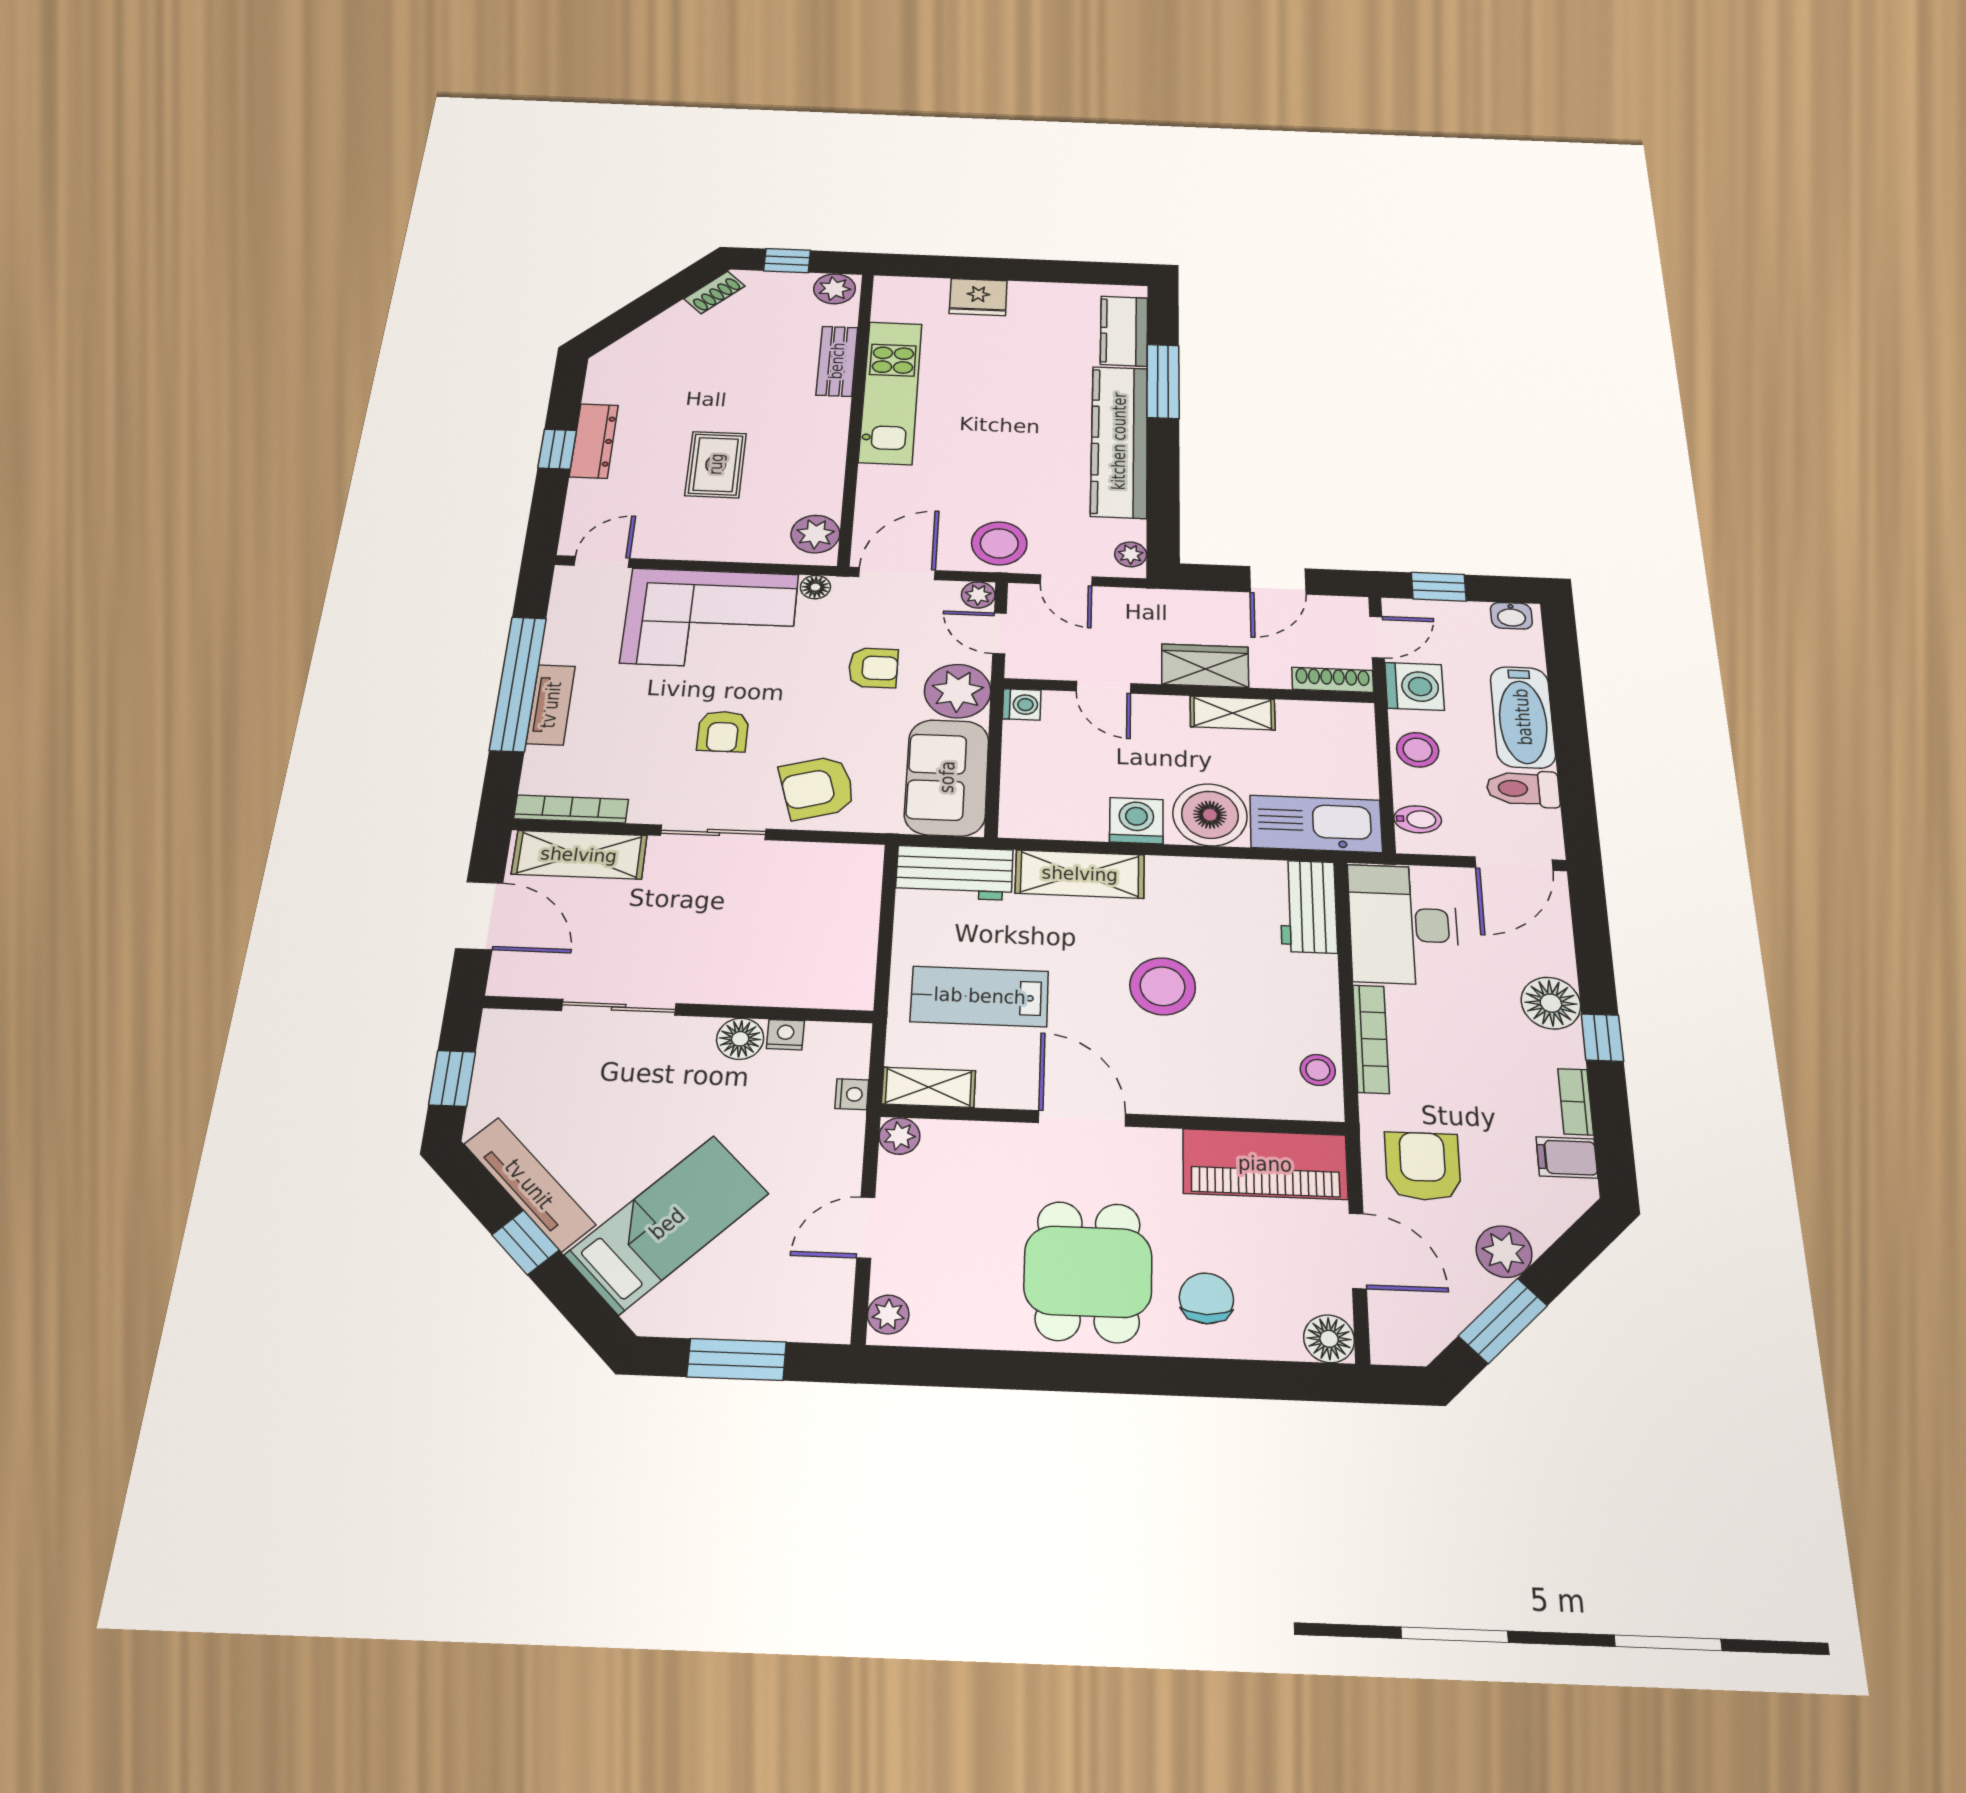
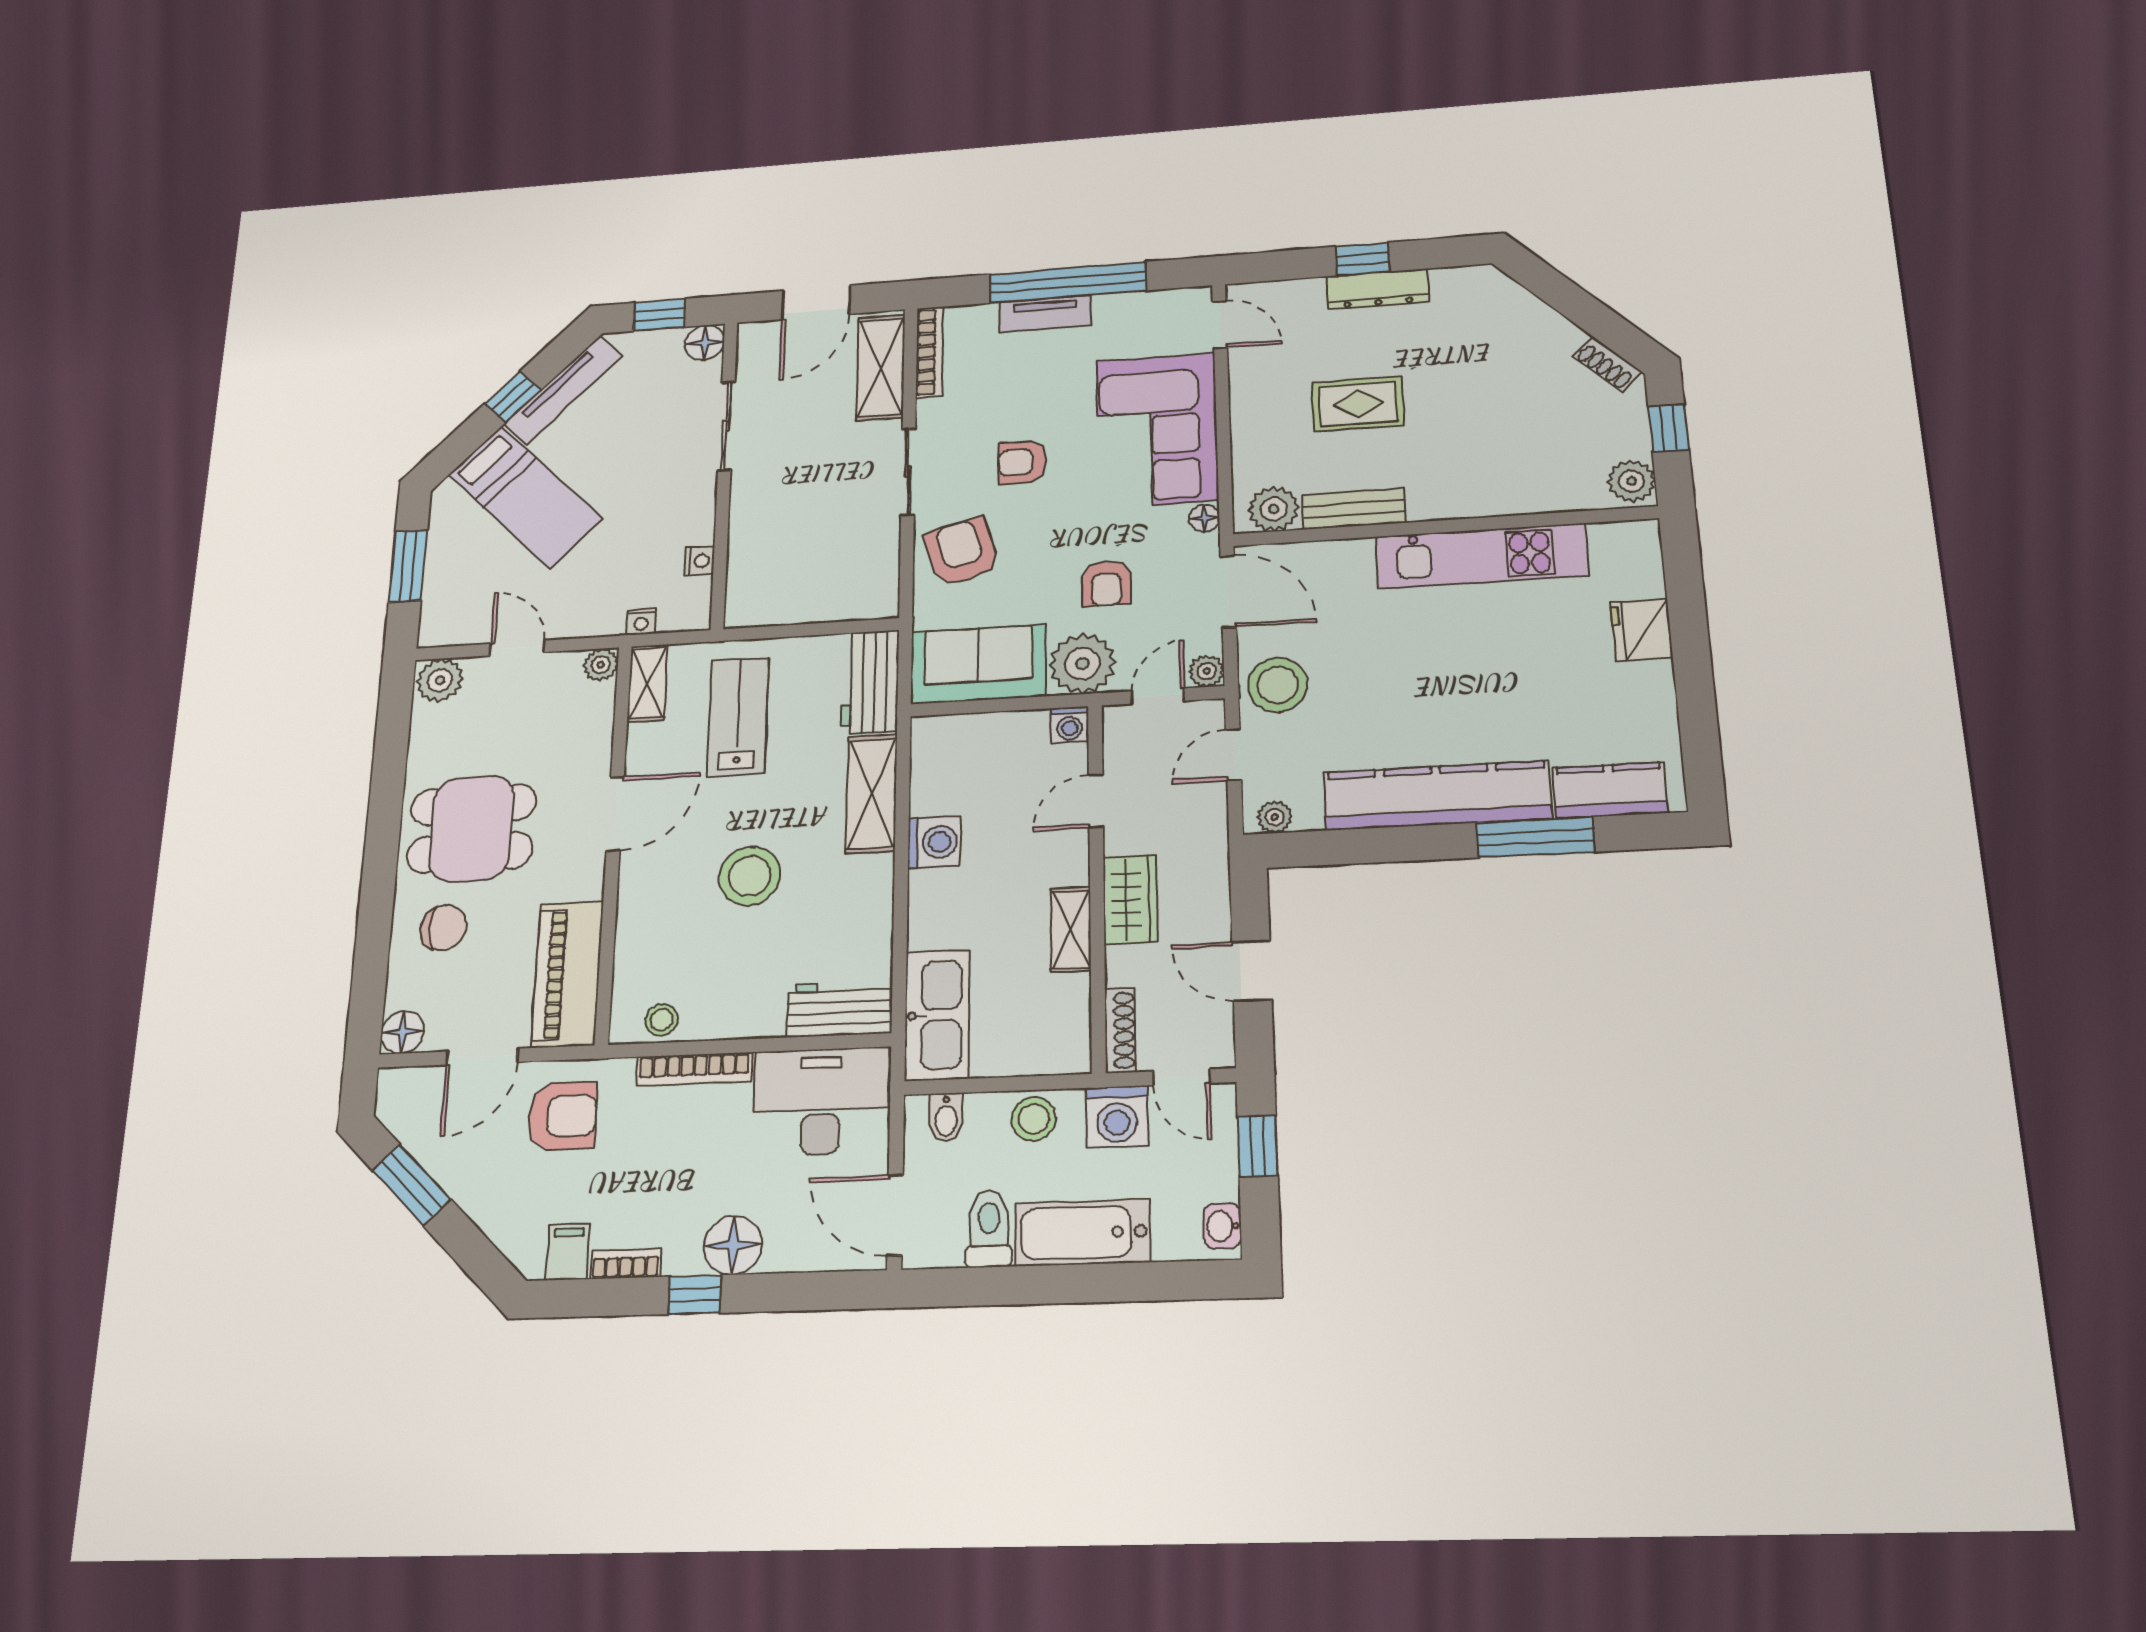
bench: (837, 361) -> (1354, 509), moved
boiler: (1210, 815) -> (944, 912), removed
floor lamp: (740, 1039) -> (705, 343), moved
plant: (1504, 1252) -> (477, 1188), removed
plant: (888, 1314) -> (440, 680), width x1.38, depth x1.38

